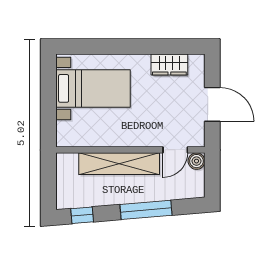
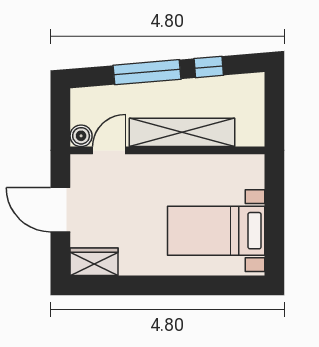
wardrobe: (169, 65) -> (94, 262), moved
window: (82, 215) -> (209, 67), moved

